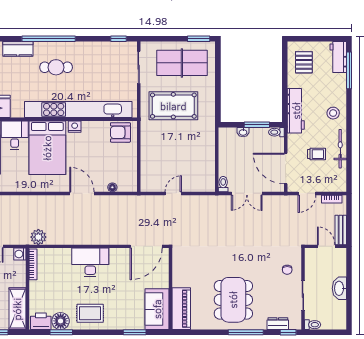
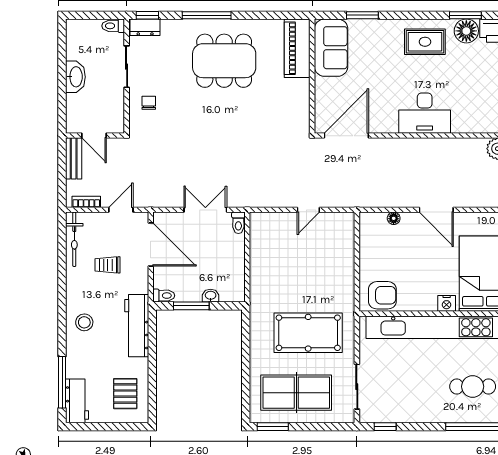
bicycle: (340, 149) -> (74, 239), moved
dining table: (233, 300) -> (224, 61), turned 90
dresser: (278, 324) -> (145, 27), moved

